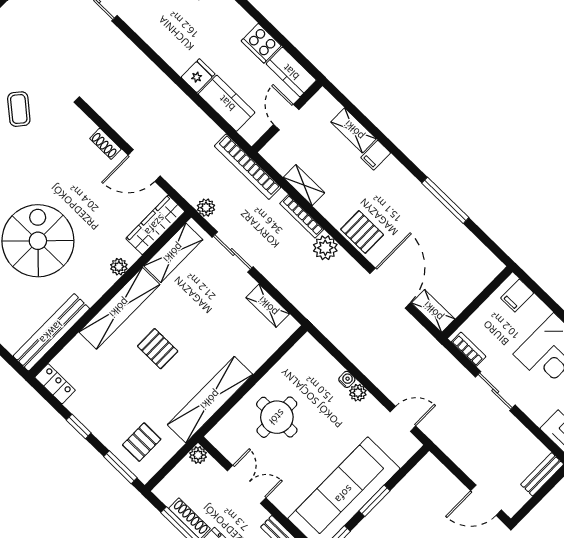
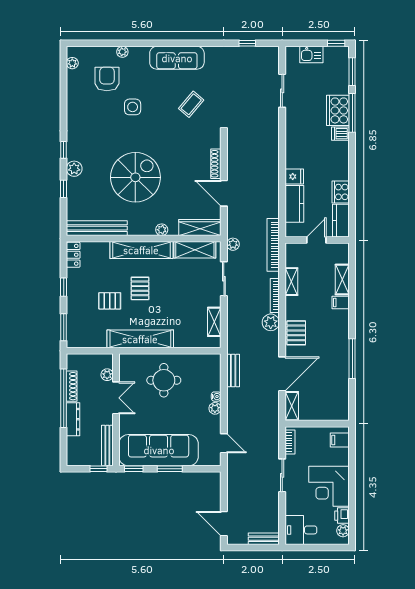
shoe rack: (105, 144) -> (216, 164), width x1.43
bench: (337, 336) -> (233, 370), added
pallet: (142, 442) -> (110, 301), moved
plant: (198, 455) -> (107, 375), moved

